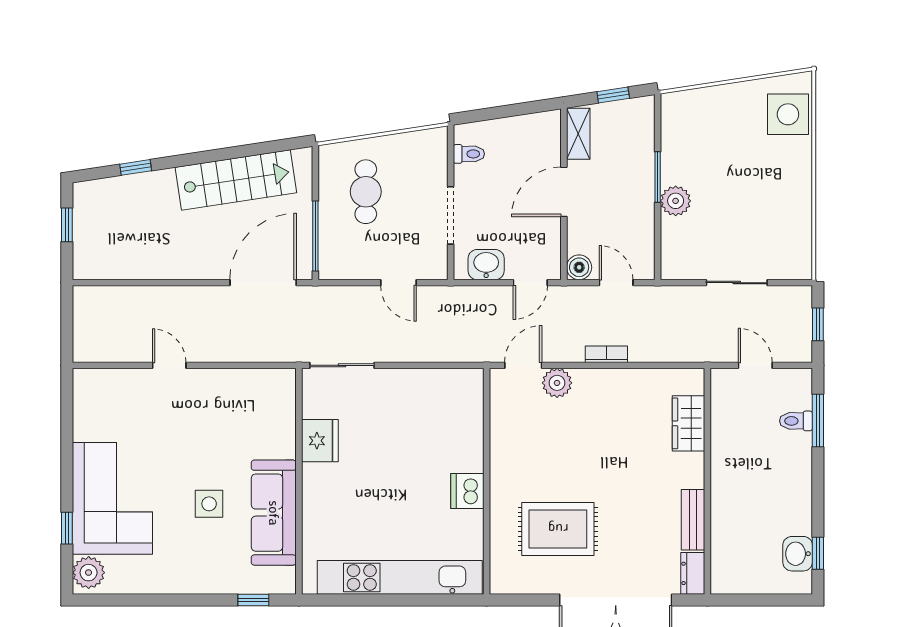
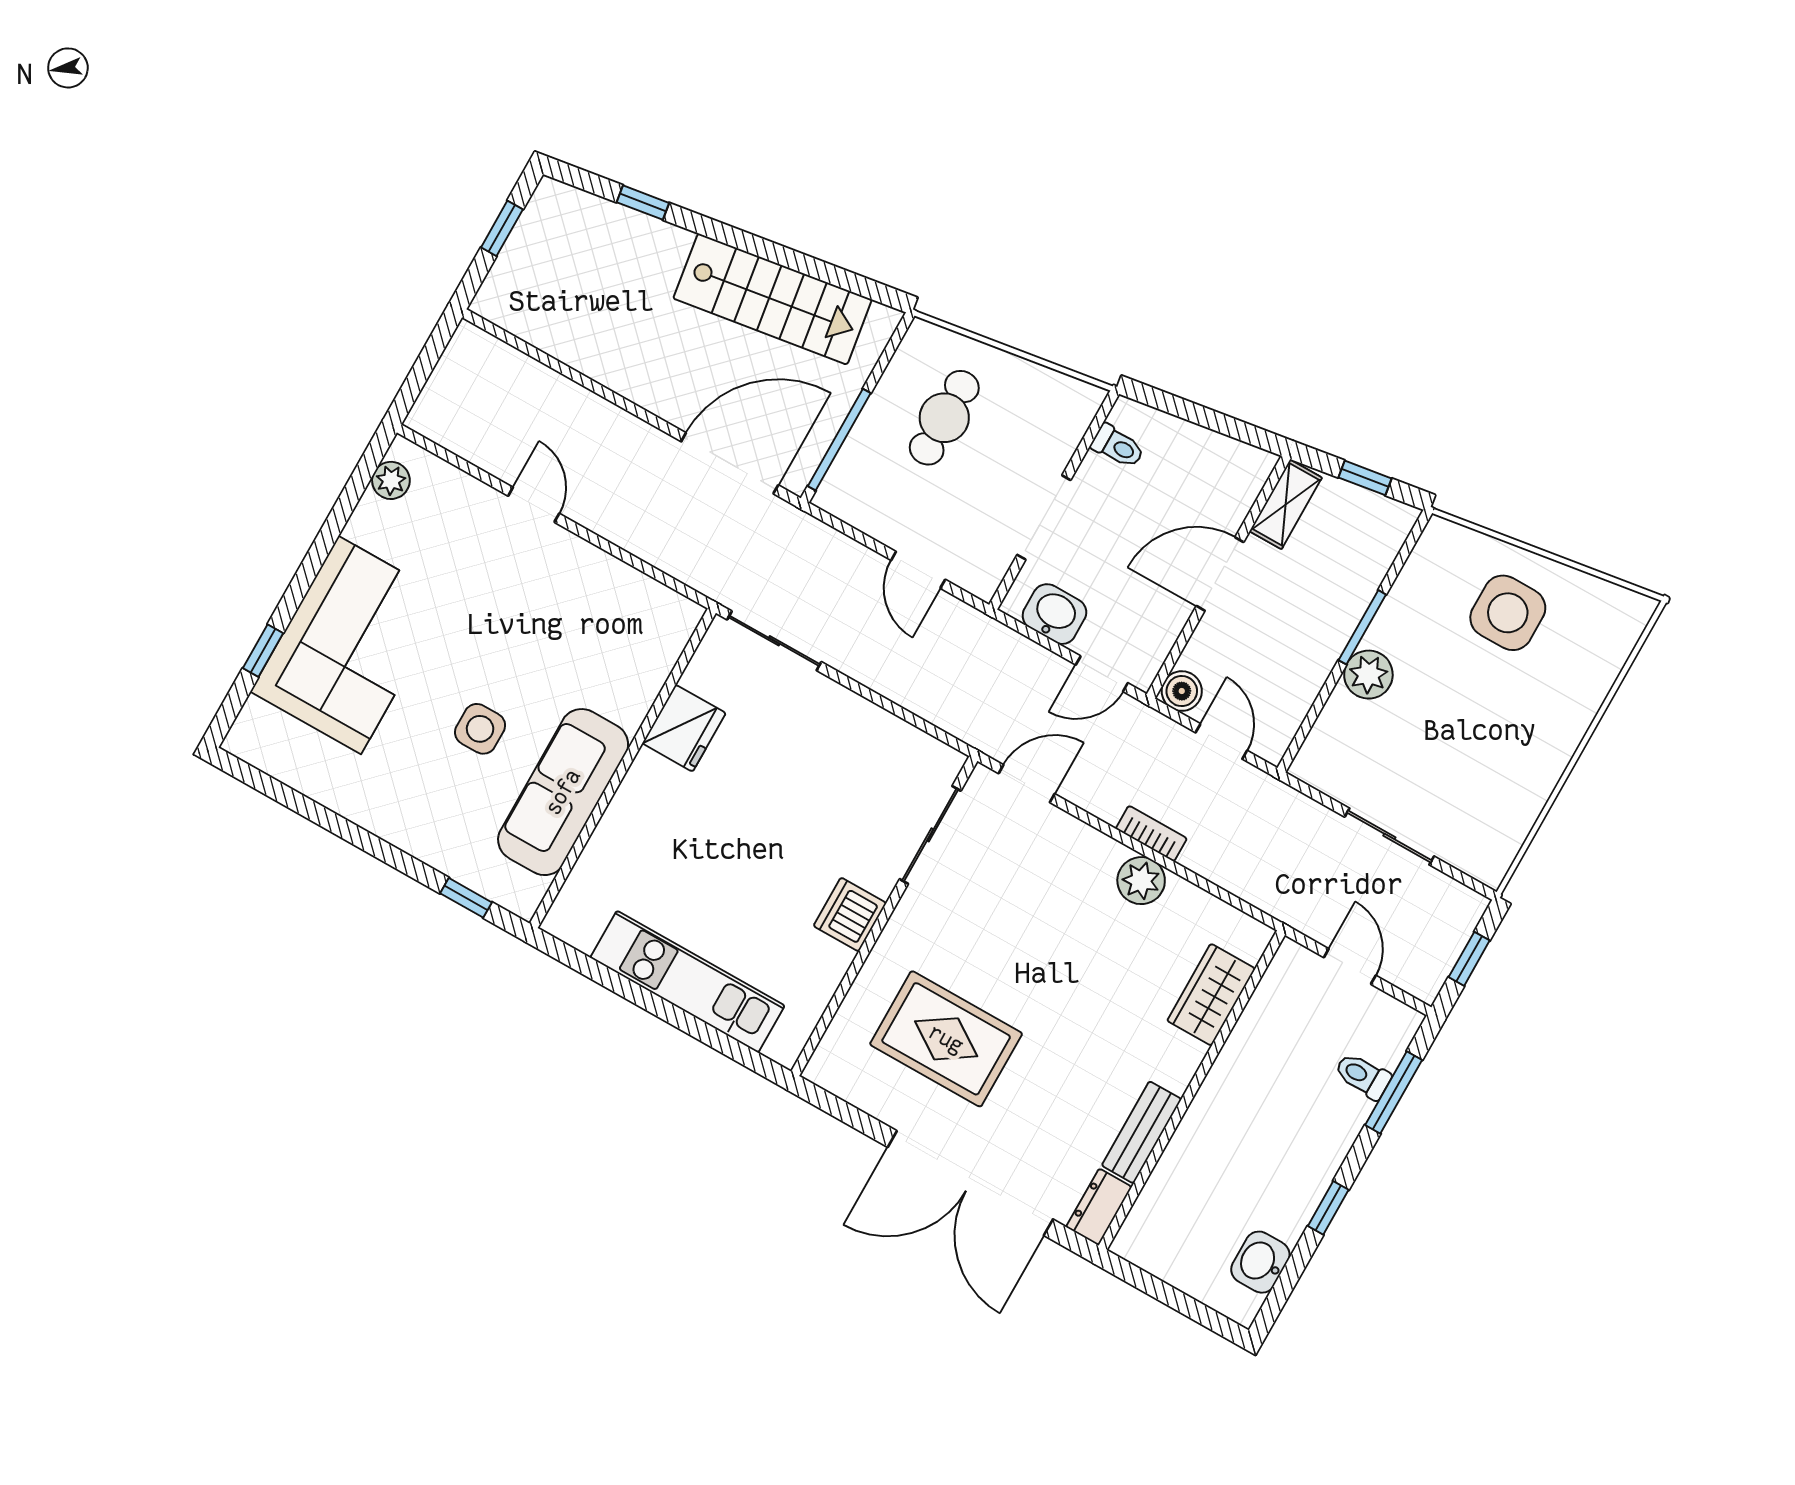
side table: (788, 114) -> (1508, 613), moved
plant: (557, 383) -> (1141, 881), moved
sliding door: (487, 423) -> (930, 835), added
window: (818, 553) -> (1328, 1208), moved
plant: (89, 573) -> (391, 480), moved, width x0.73, depth x0.73
kitchen unit: (400, 577) -> (687, 982), width x0.73

